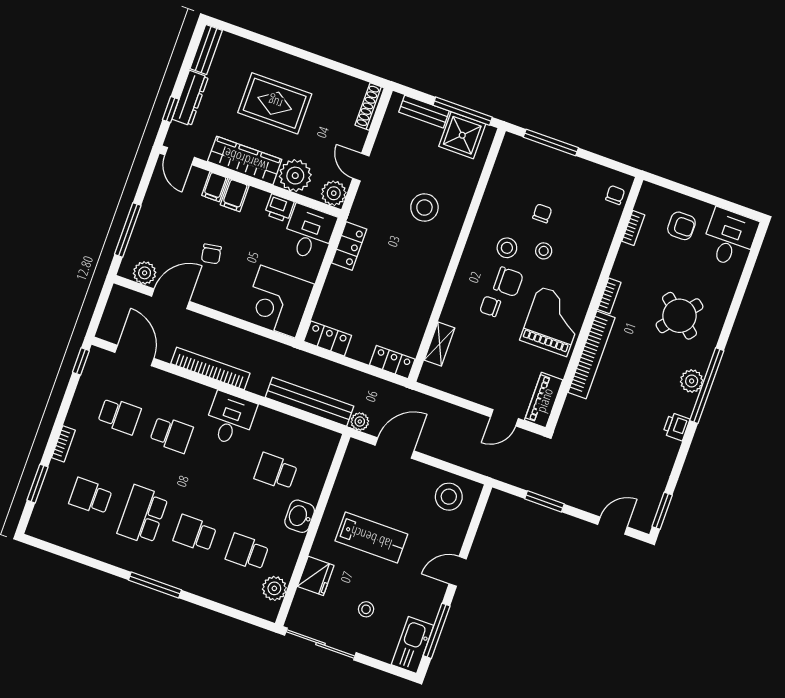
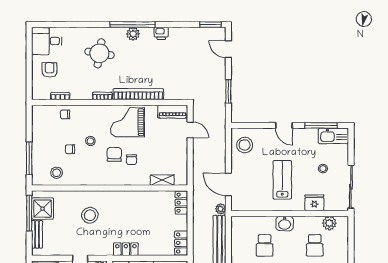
chair: (615, 195) -> (65, 114), moved
stool: (507, 248) -> (57, 173), moved
round table: (680, 316) -> (99, 53), turned -30

